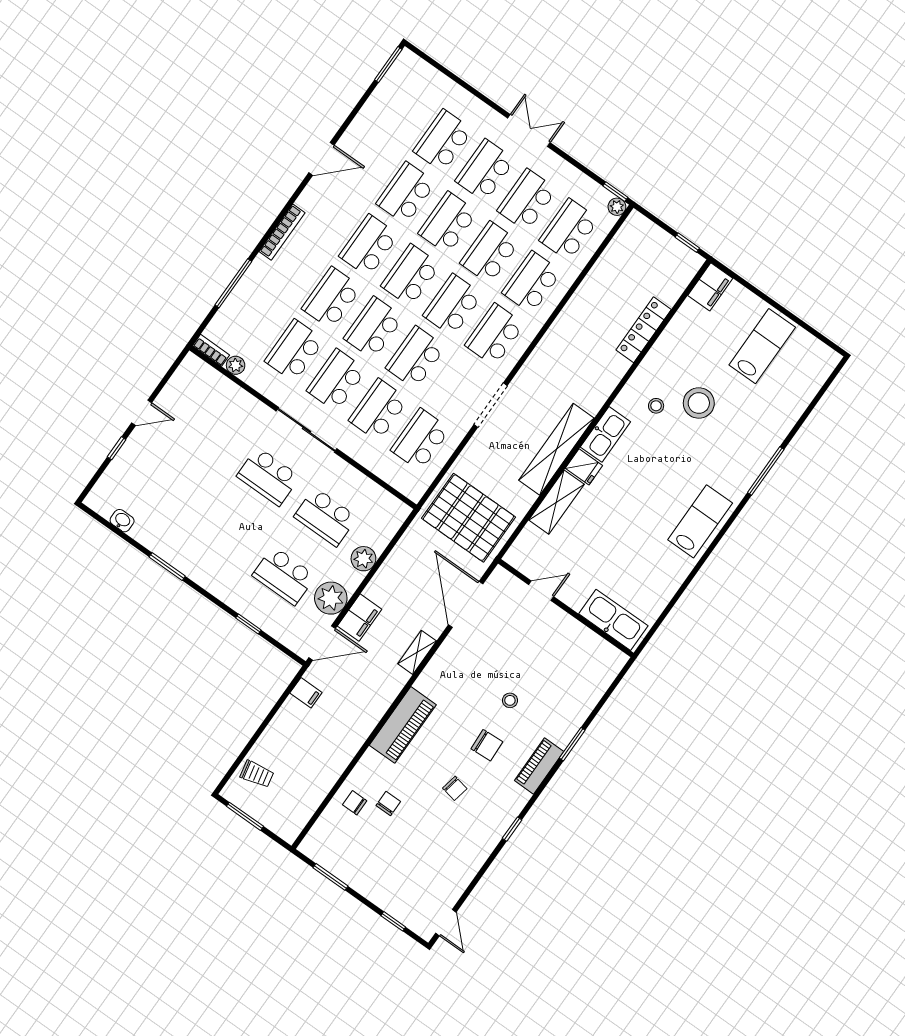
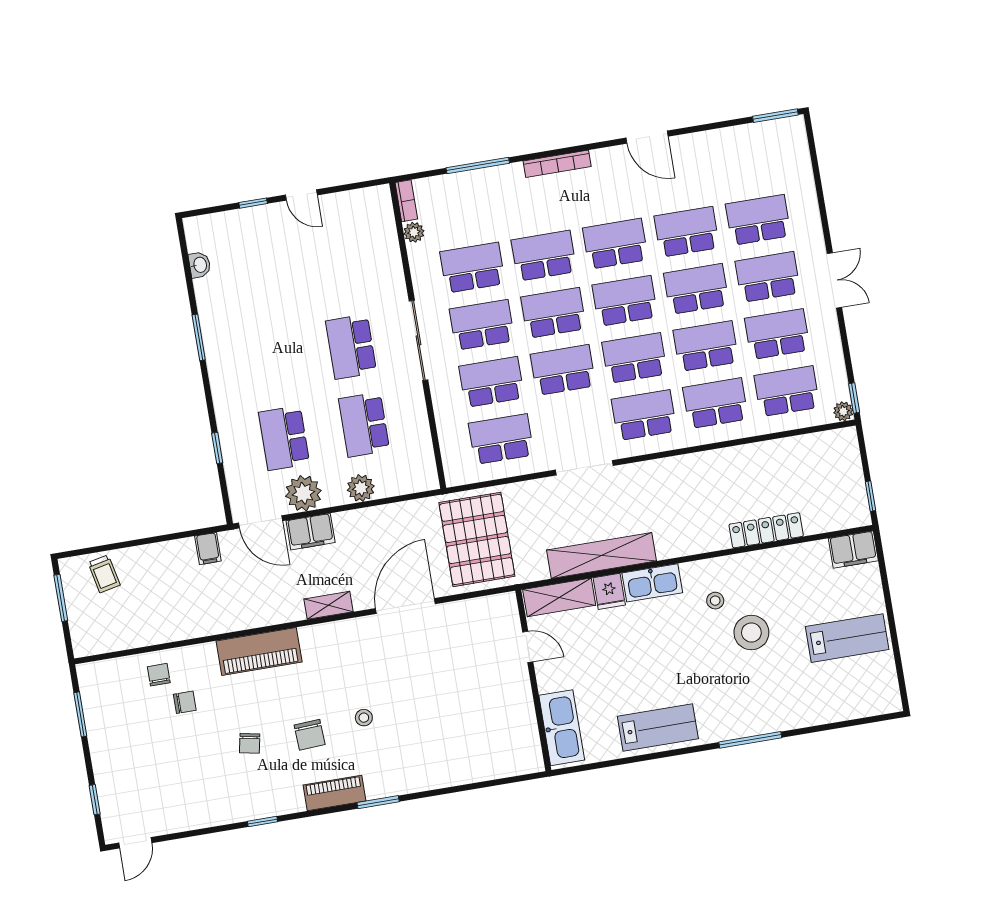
door: (541, 591) -> (528, 647), moved
wall: (566, 608) -> (533, 680), moved
kitchen sink: (613, 620) -> (562, 728), moved

